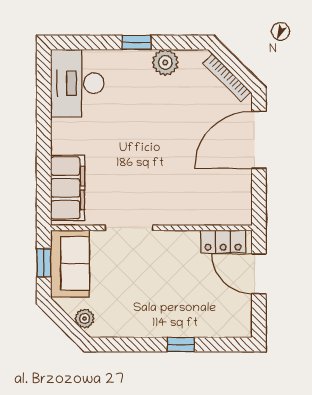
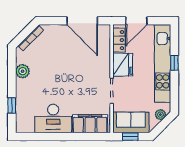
window: (137, 42) -> (12, 105), moved
desk: (77, 83) -> (53, 119), moved
door: (259, 140) -> (82, 21), moved
fridge: (177, 248) -> (123, 65), added
kitchen unit: (180, 323) -> (163, 63), added

